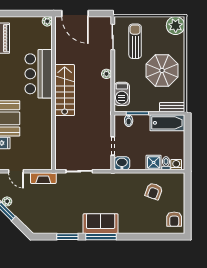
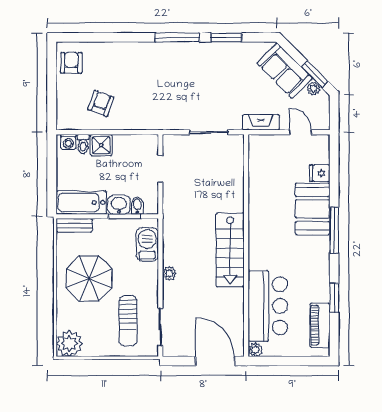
bar counter: (39, 74) -> (268, 306), moved
washbasin: (122, 163) -> (119, 205), moved, turned 180
sofa: (101, 224) -> (285, 71), moved, turned 45

